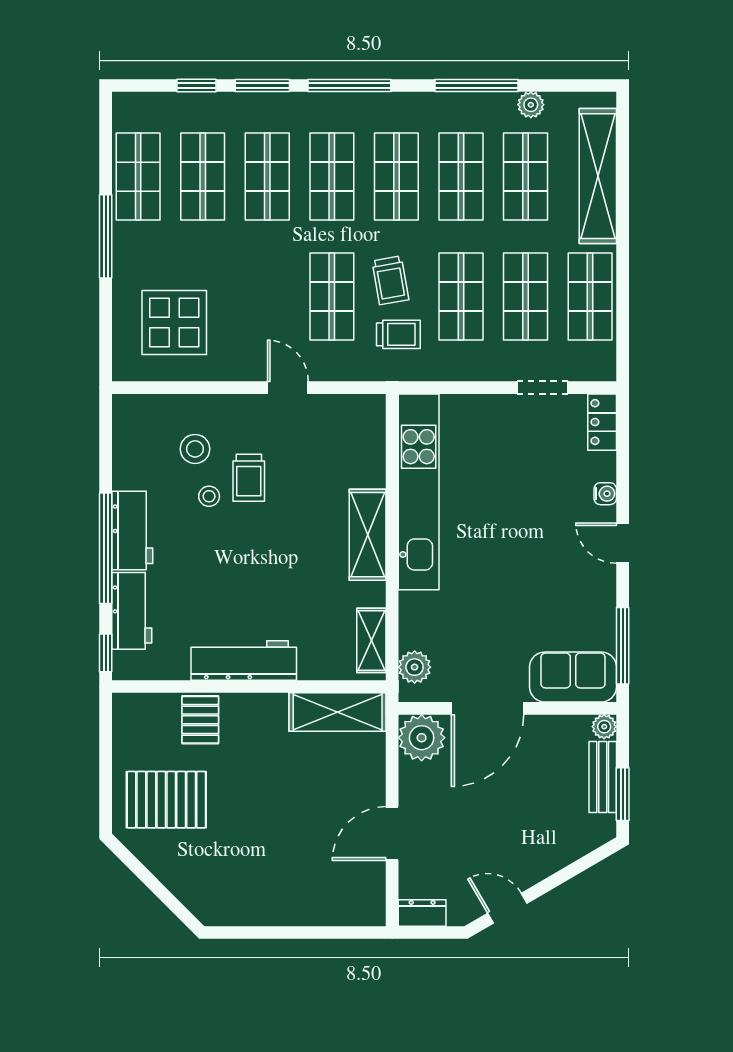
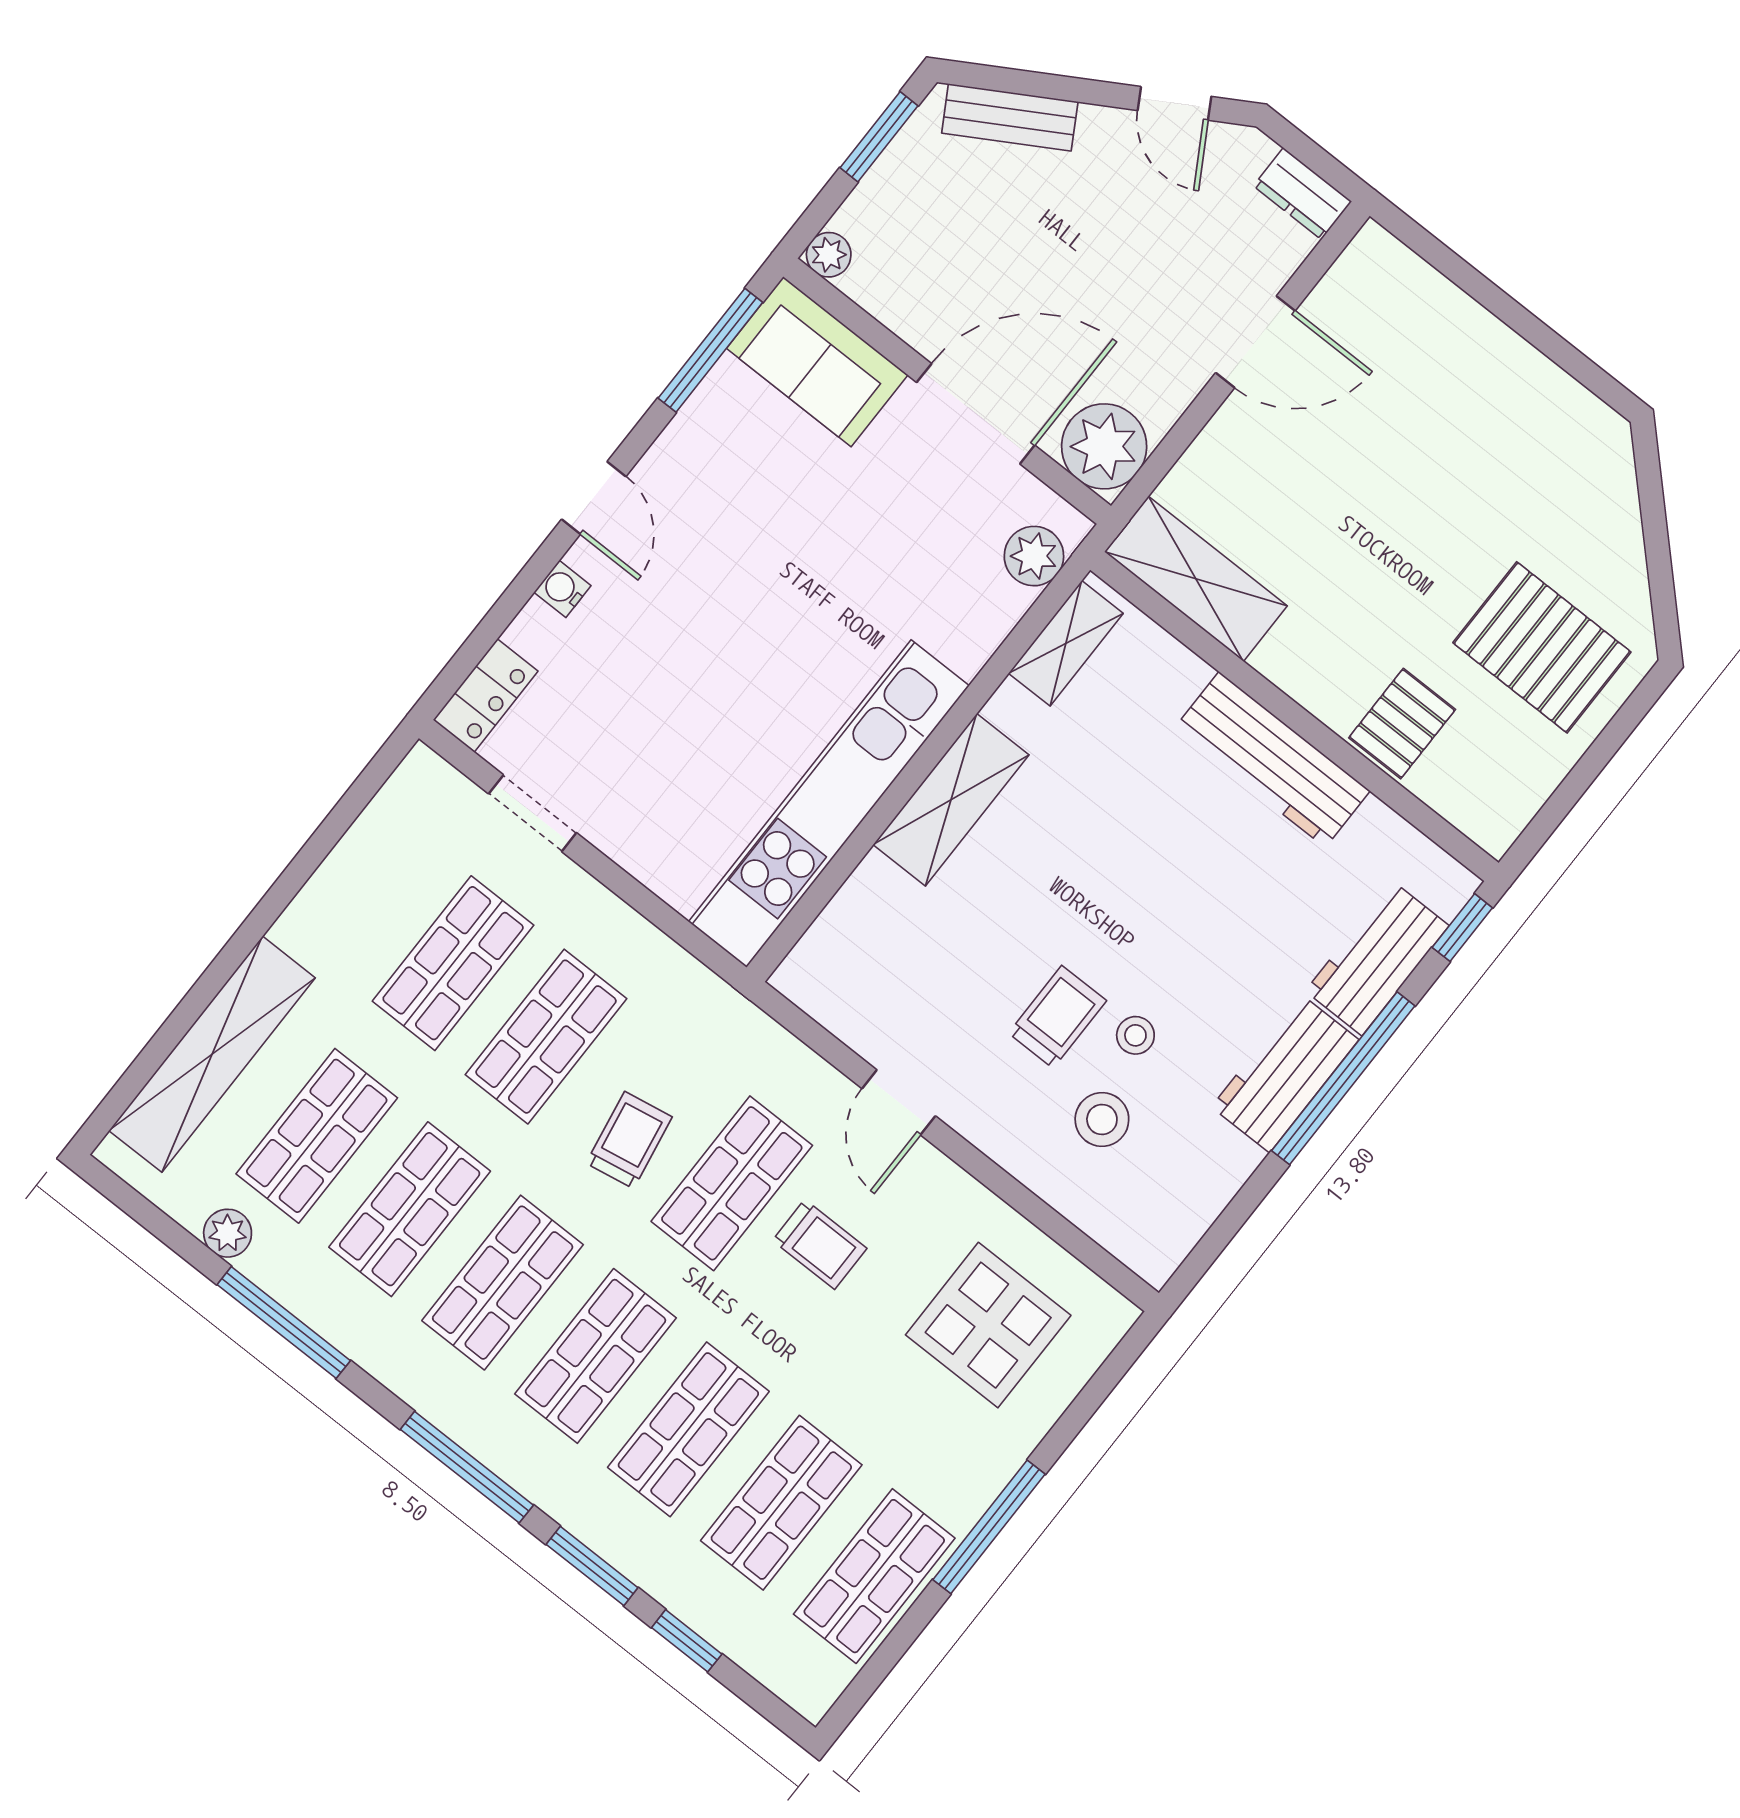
shop shelf: (590, 296) -> (360, 890), removed
trolley: (398, 334) -> (820, 1244), moved, turned 180
bench: (603, 777) -> (1010, 117), moved, turned 60

